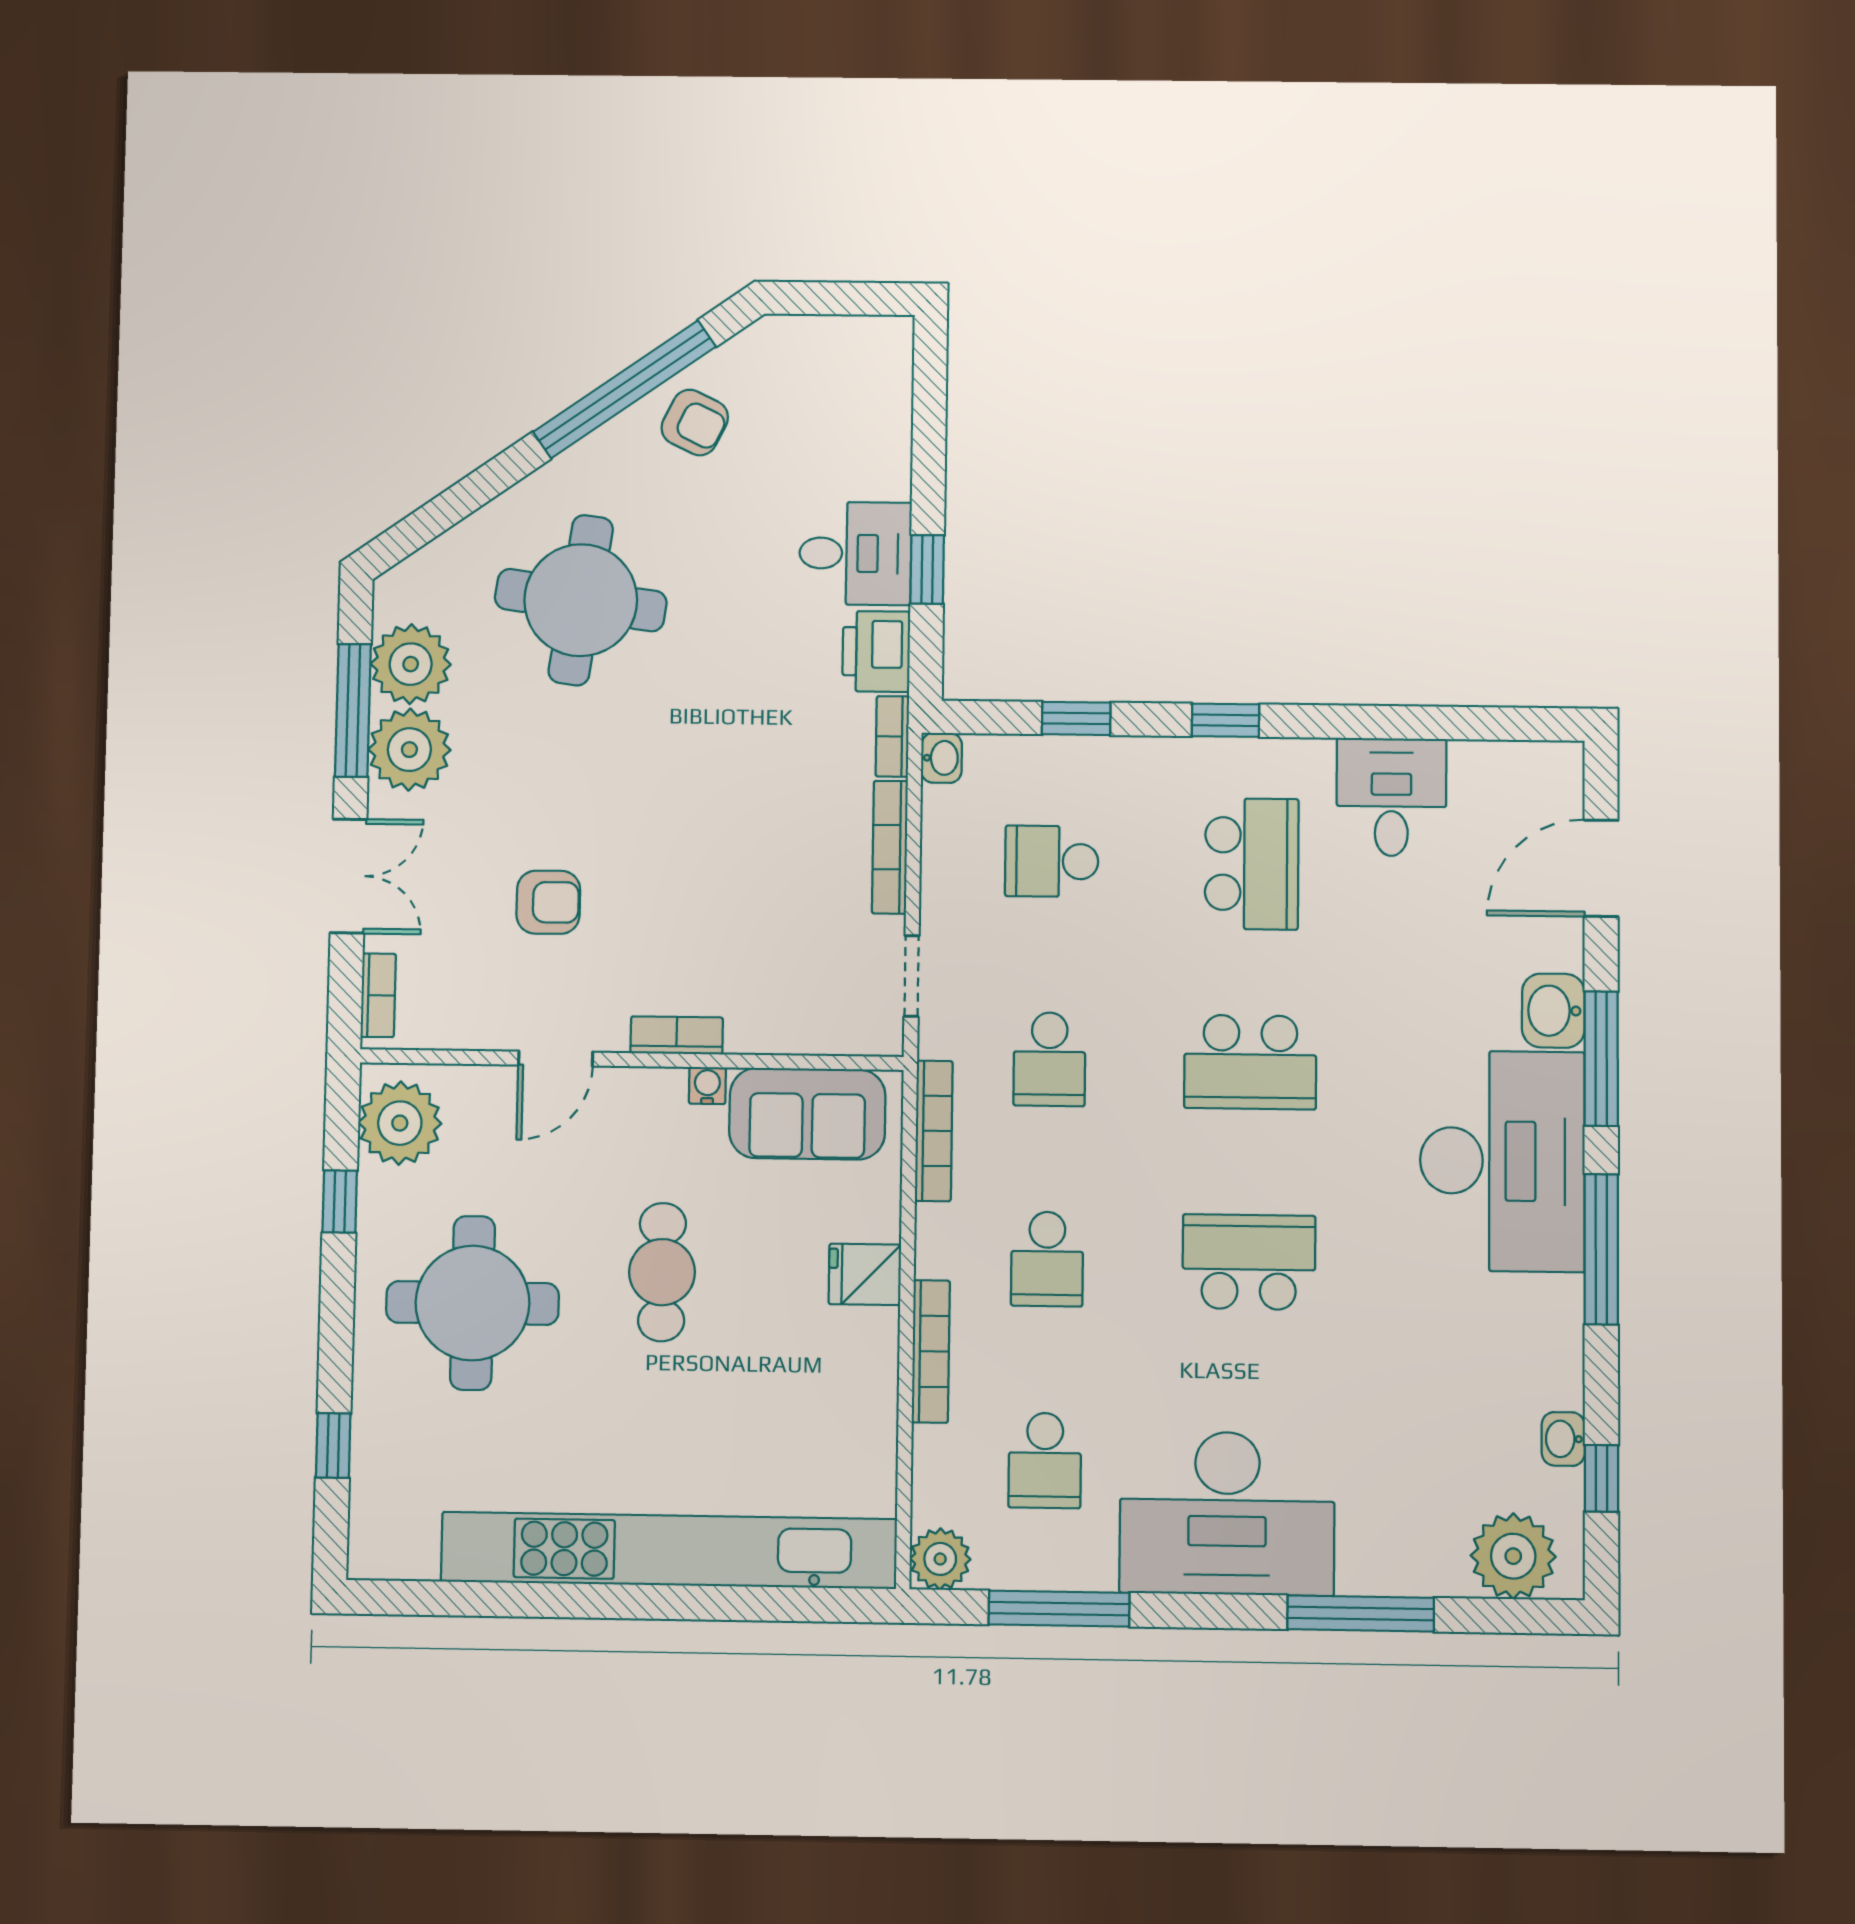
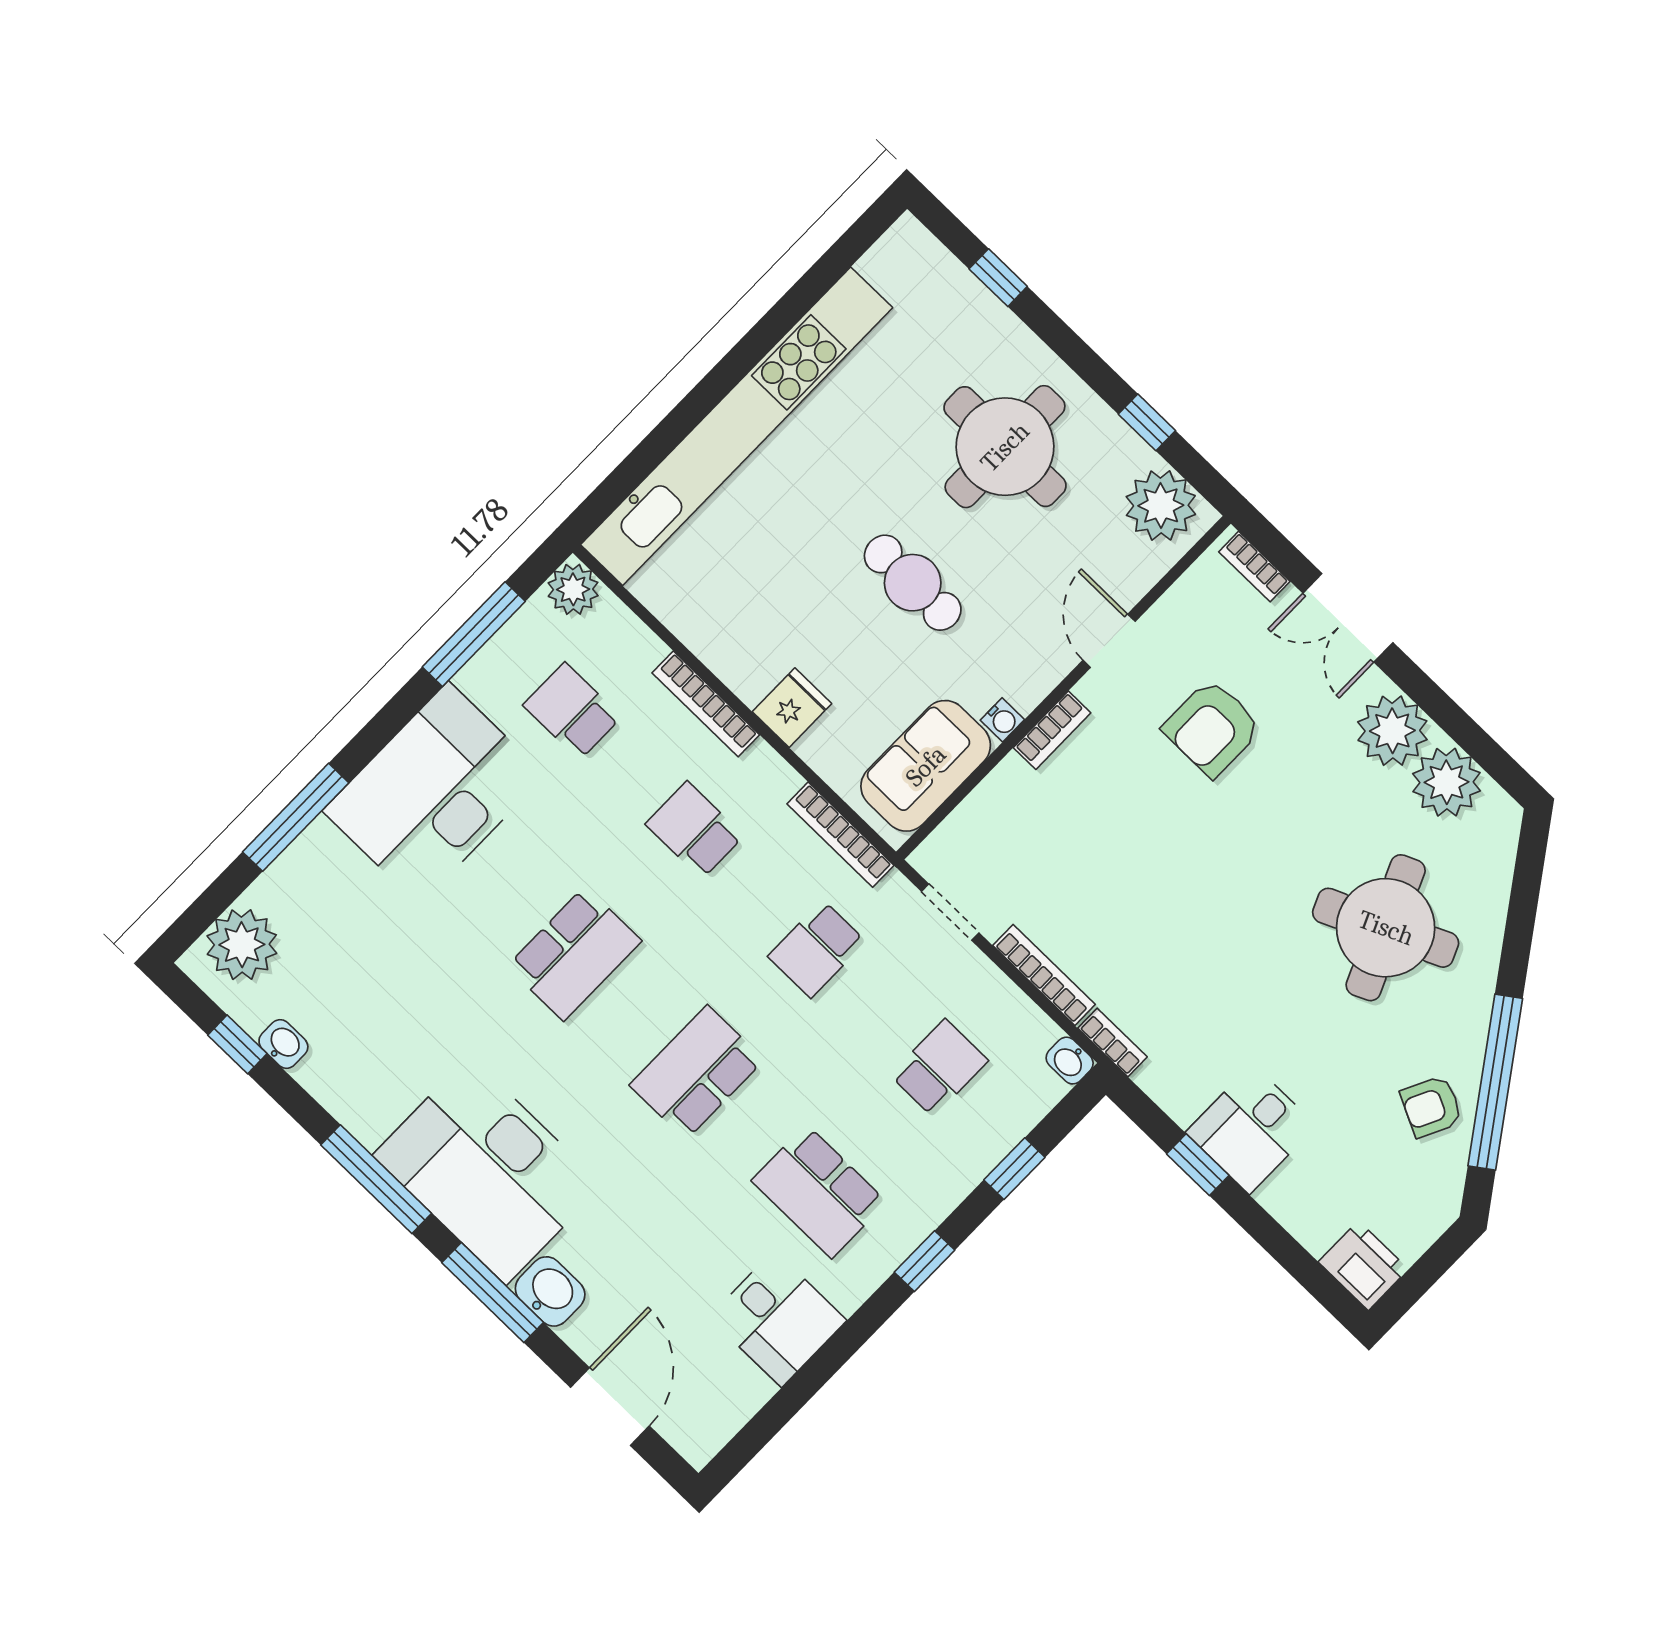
round table: (581, 600) -> (1386, 928), turned -32
printer: (876, 651) -> (1363, 1266), moved
window: (353, 710) -> (1451, 718), removed
armchair: (548, 902) -> (1212, 728), width x1.38, depth x1.38
school desk: (1049, 1059) -> (817, 949), turned -90

